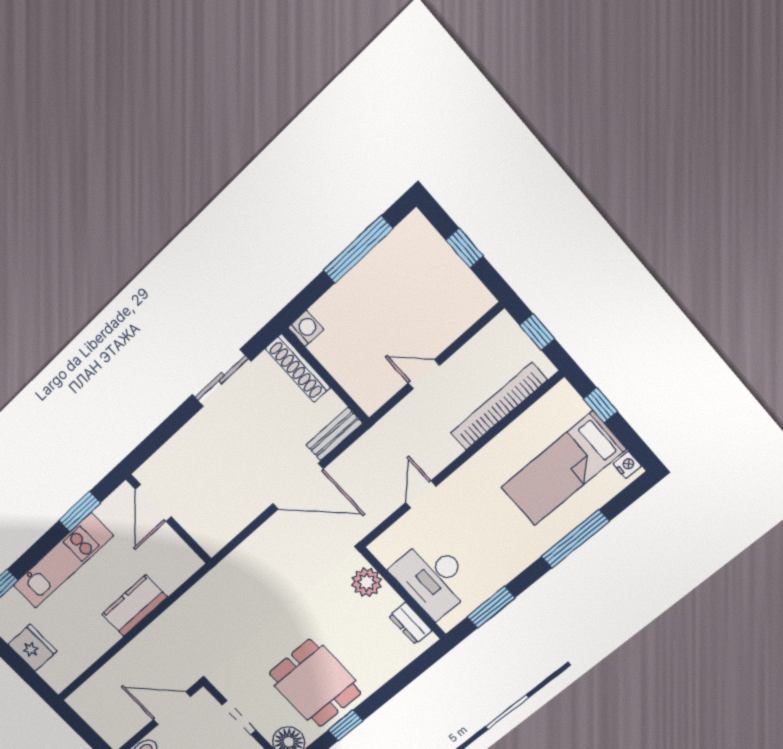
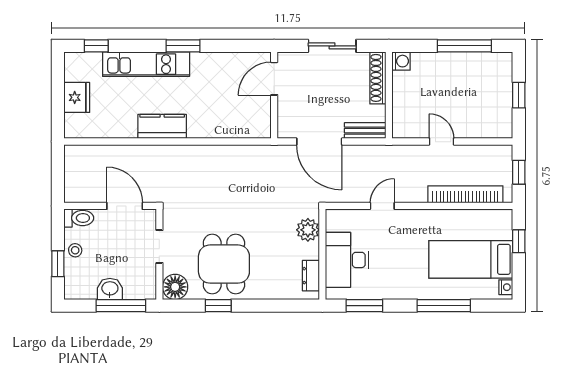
door: (153, 503) -> (274, 79), moved
wall: (169, 519) -> (274, 95), moved

